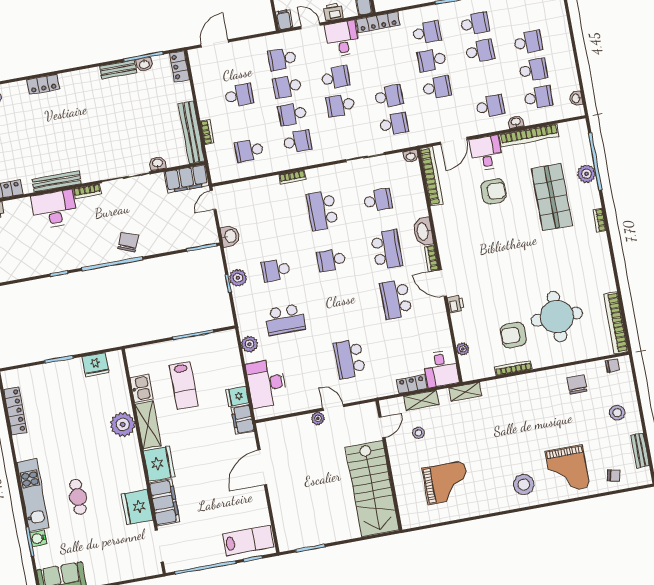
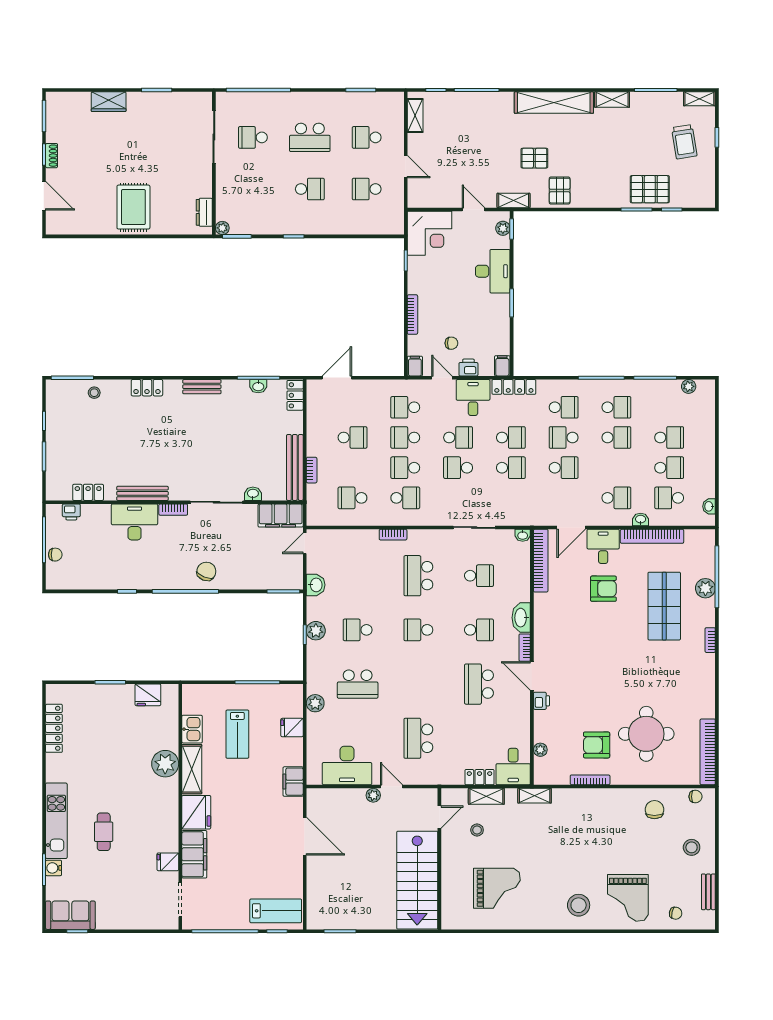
bench: (118, 70) -> (202, 387), moved
school desk: (538, 97) -> (669, 498), turned 180
school desk: (394, 124) -> (511, 437), moved
school desk: (387, 250) -> (479, 630), width x0.54
desk: (267, 383) -> (347, 765), moved, turned -90
fridge: (237, 396) -> (292, 728), moved
door: (262, 467) -> (305, 836), swing flipped
fridge: (137, 507) -> (168, 862), width x0.53, depth x0.75

